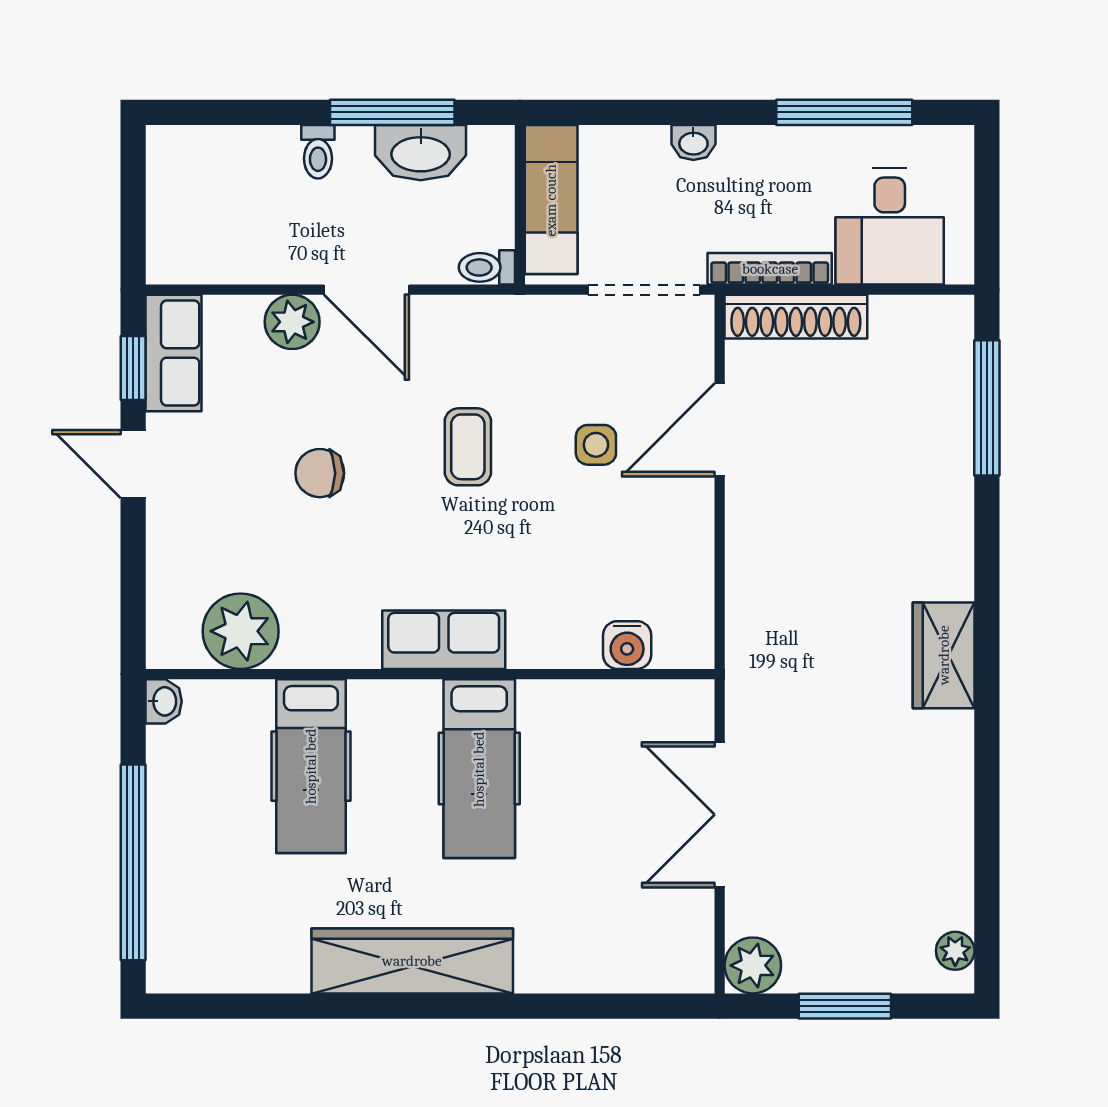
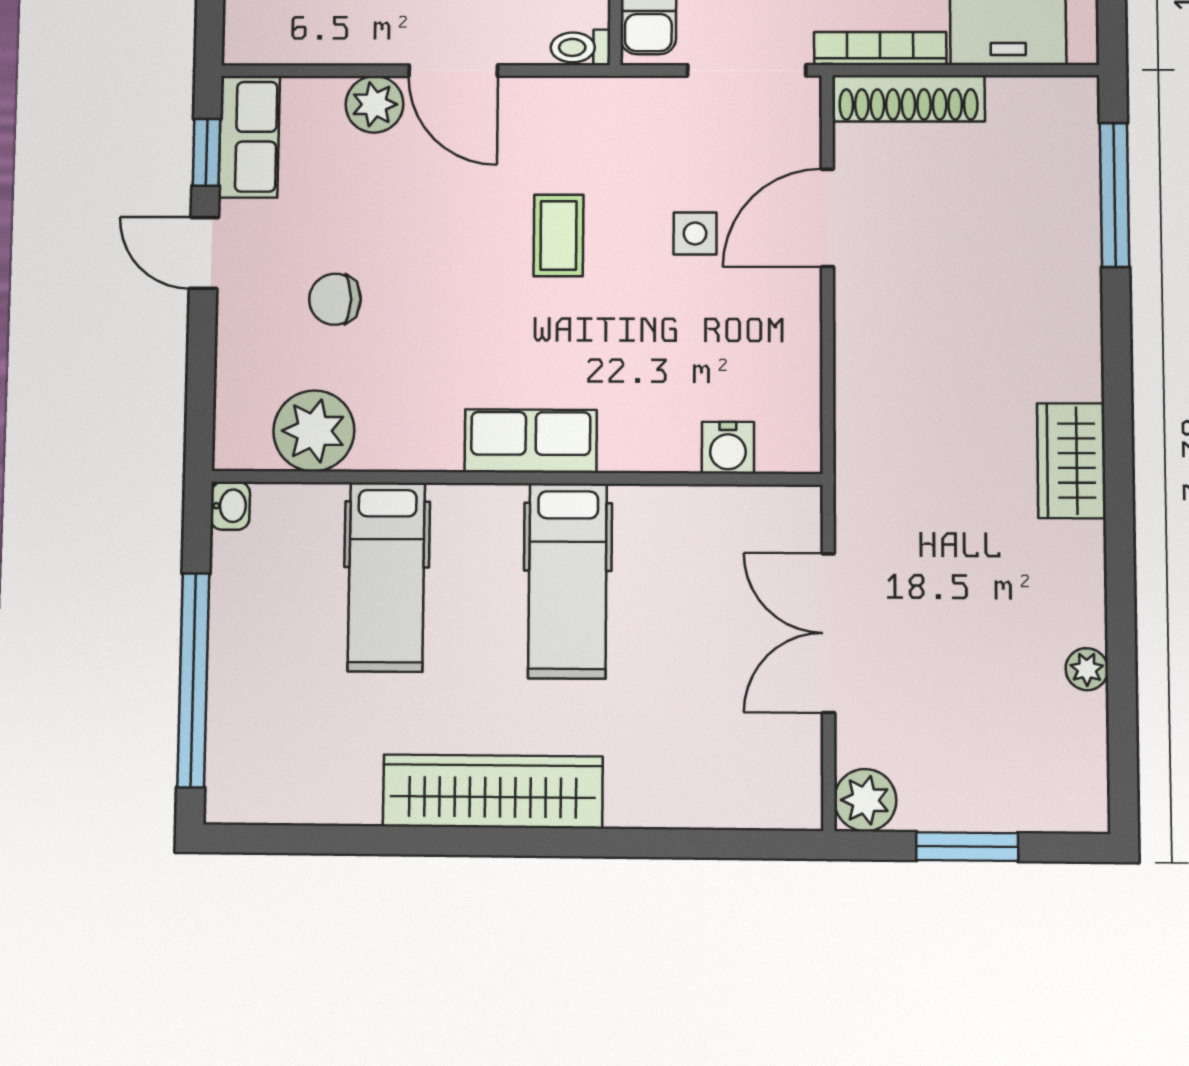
chair: (320, 473) -> (335, 299), moved
plant: (955, 951) -> (1087, 669), moved

